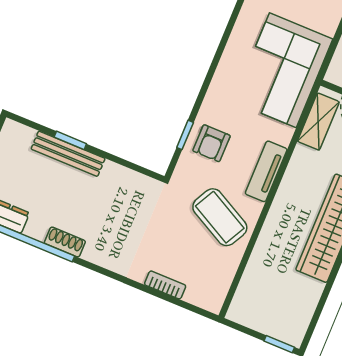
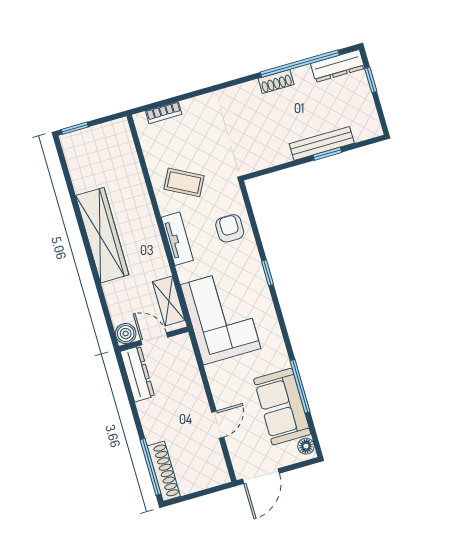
window: (185, 135) -> (268, 273), moved
coffee table: (220, 217) -> (184, 182), width x0.73, depth x0.77
bookcase: (165, 285) -> (164, 113), moved

